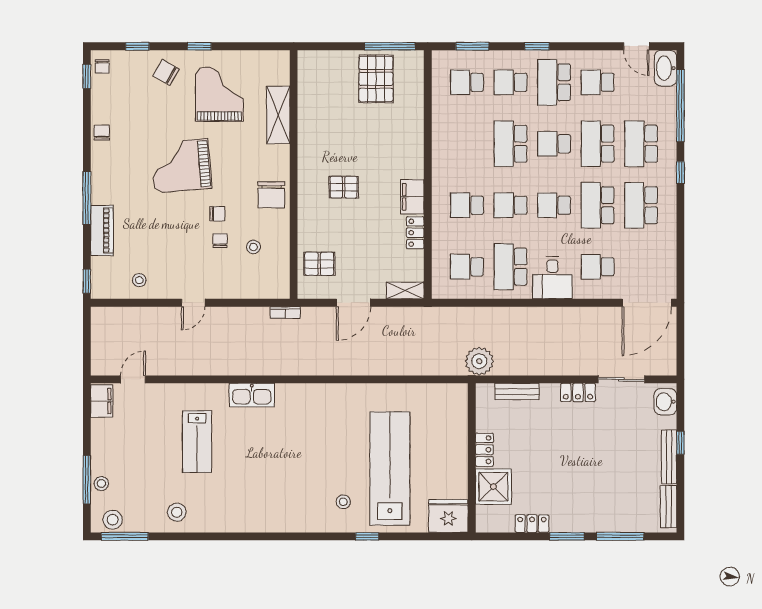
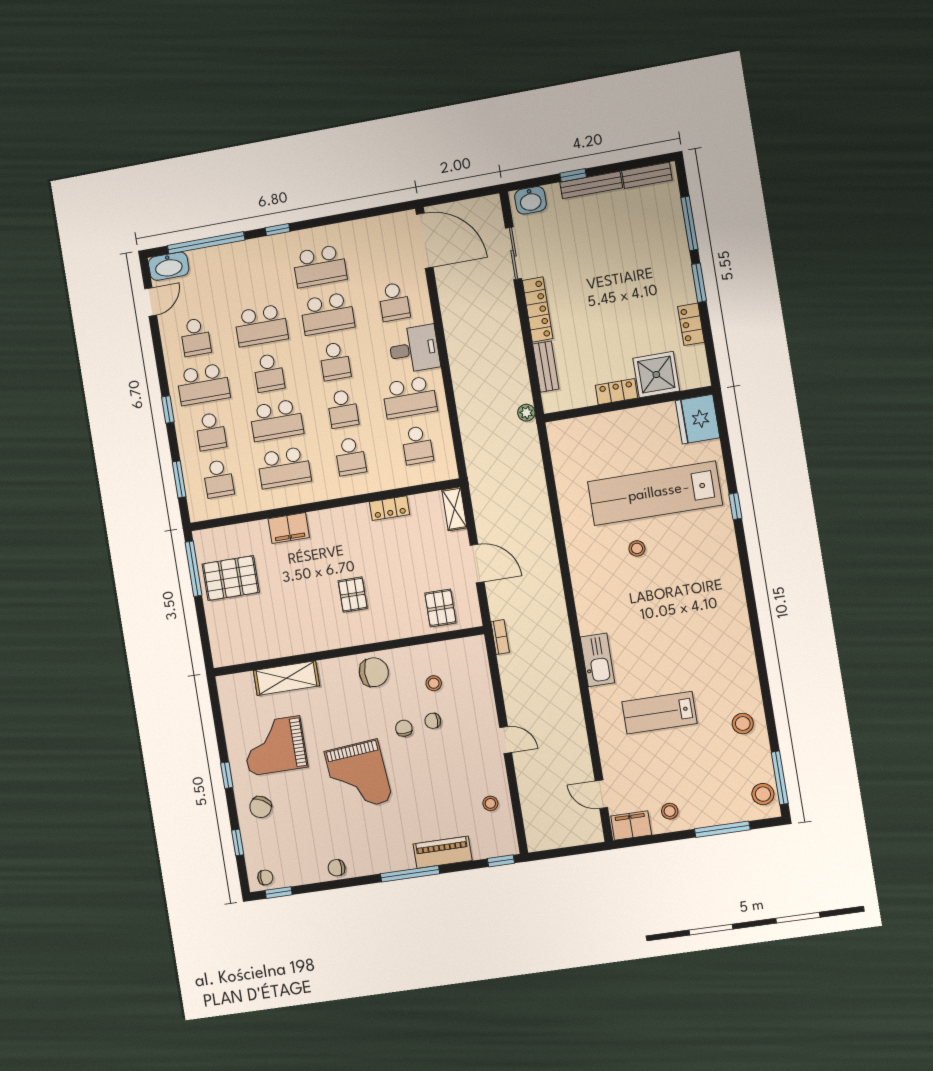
school desk: (641, 144) -> (284, 468), moved
filing cabinet: (412, 197) -> (289, 528), moved
plant: (479, 361) -> (526, 413), width x0.53, depth x0.53
locker: (578, 392) -> (538, 310), width x1.53
lab bench: (197, 442) -> (659, 713), turned 180
stool: (101, 484) -> (670, 811), moved
stool: (343, 502) -> (637, 548), moved

